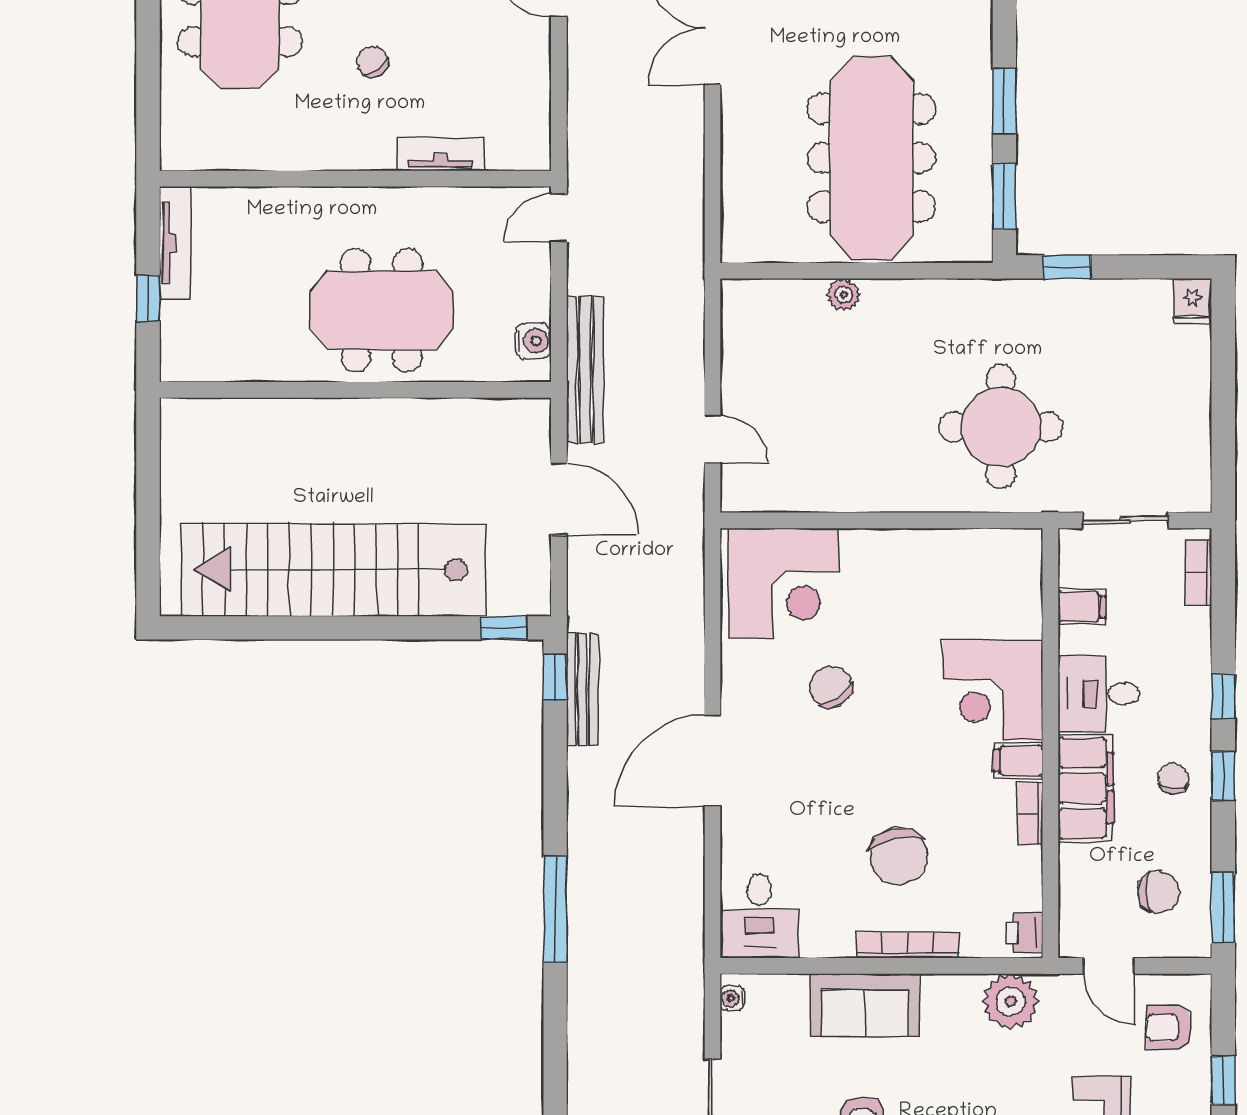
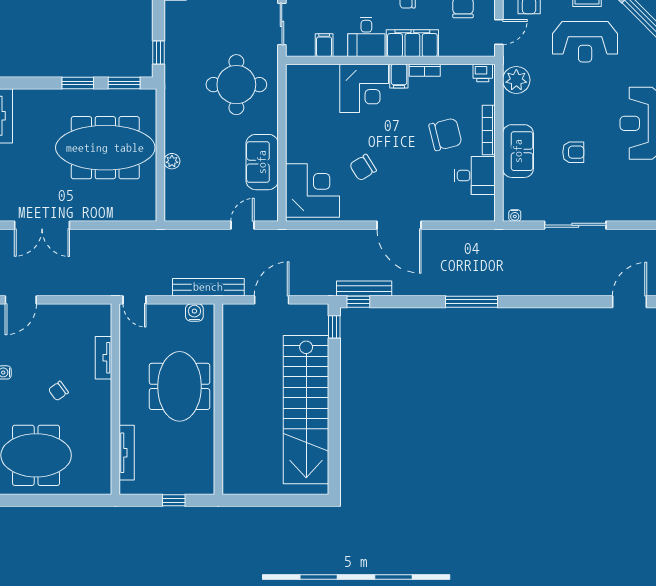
tv unit: (175, 243) -> (127, 453), moved, turned 90
sofa: (842, 480) -> (262, 162), added
desk: (759, 916) -> (475, 176), moved

